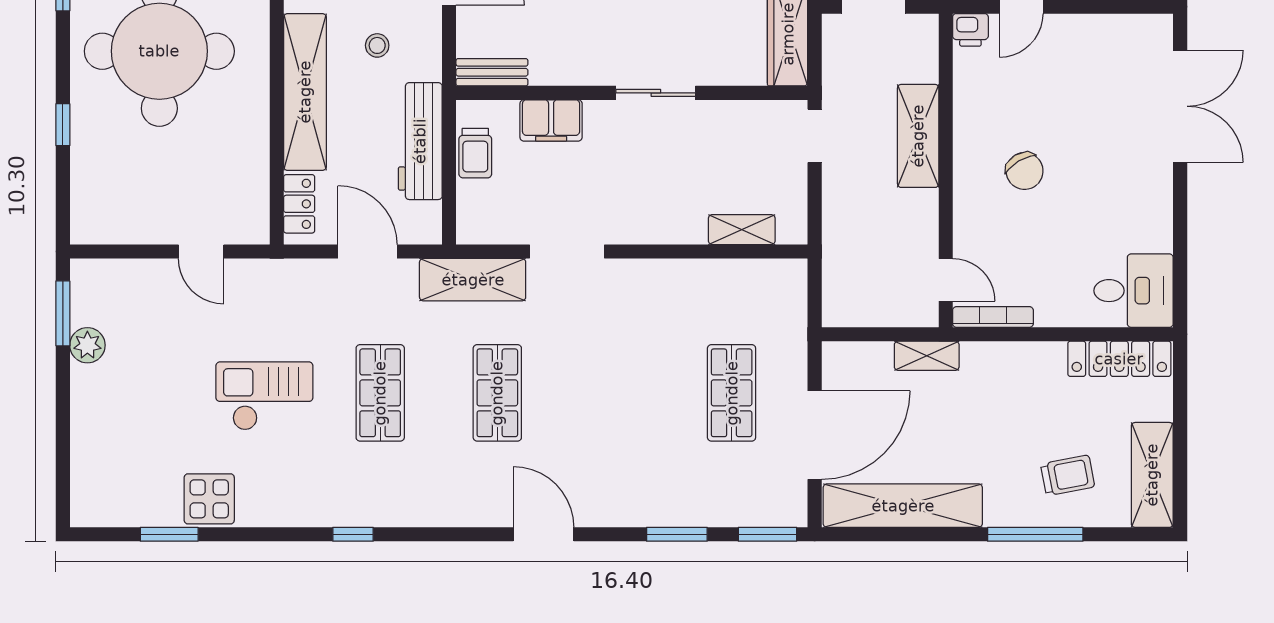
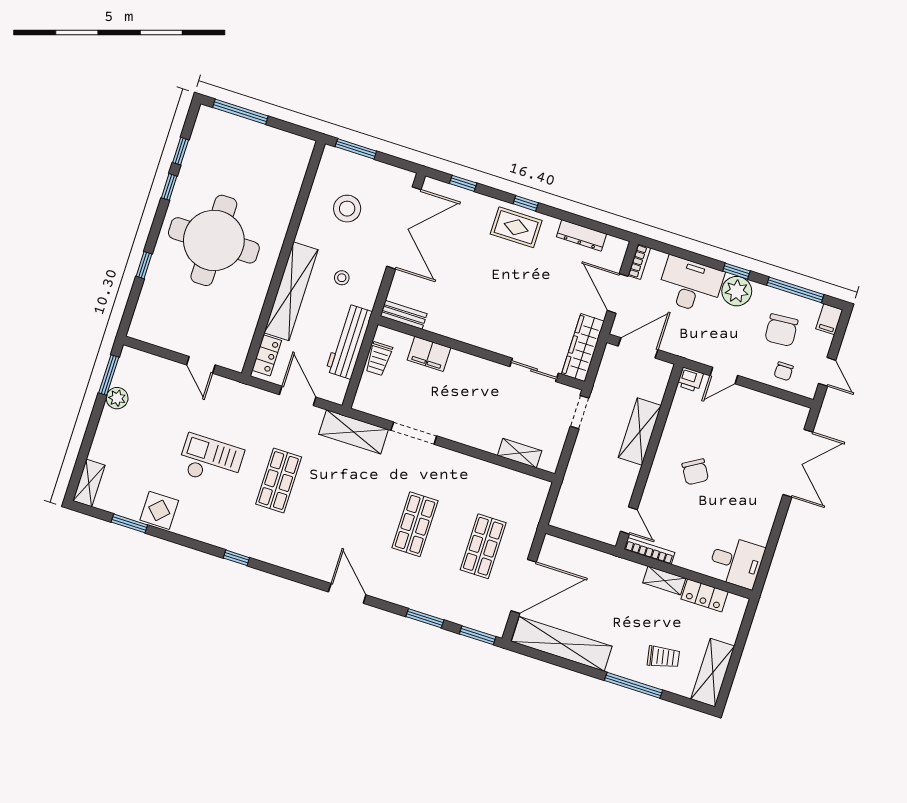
sliding door: (656, 93) -> (534, 370), moved
shelving: (927, 356) -> (664, 581), moved
locker: (1119, 359) -> (705, 595), width x0.66
shop shelf: (497, 393) -> (415, 524), moved
shelving: (86, 491) -> (89, 483), added

